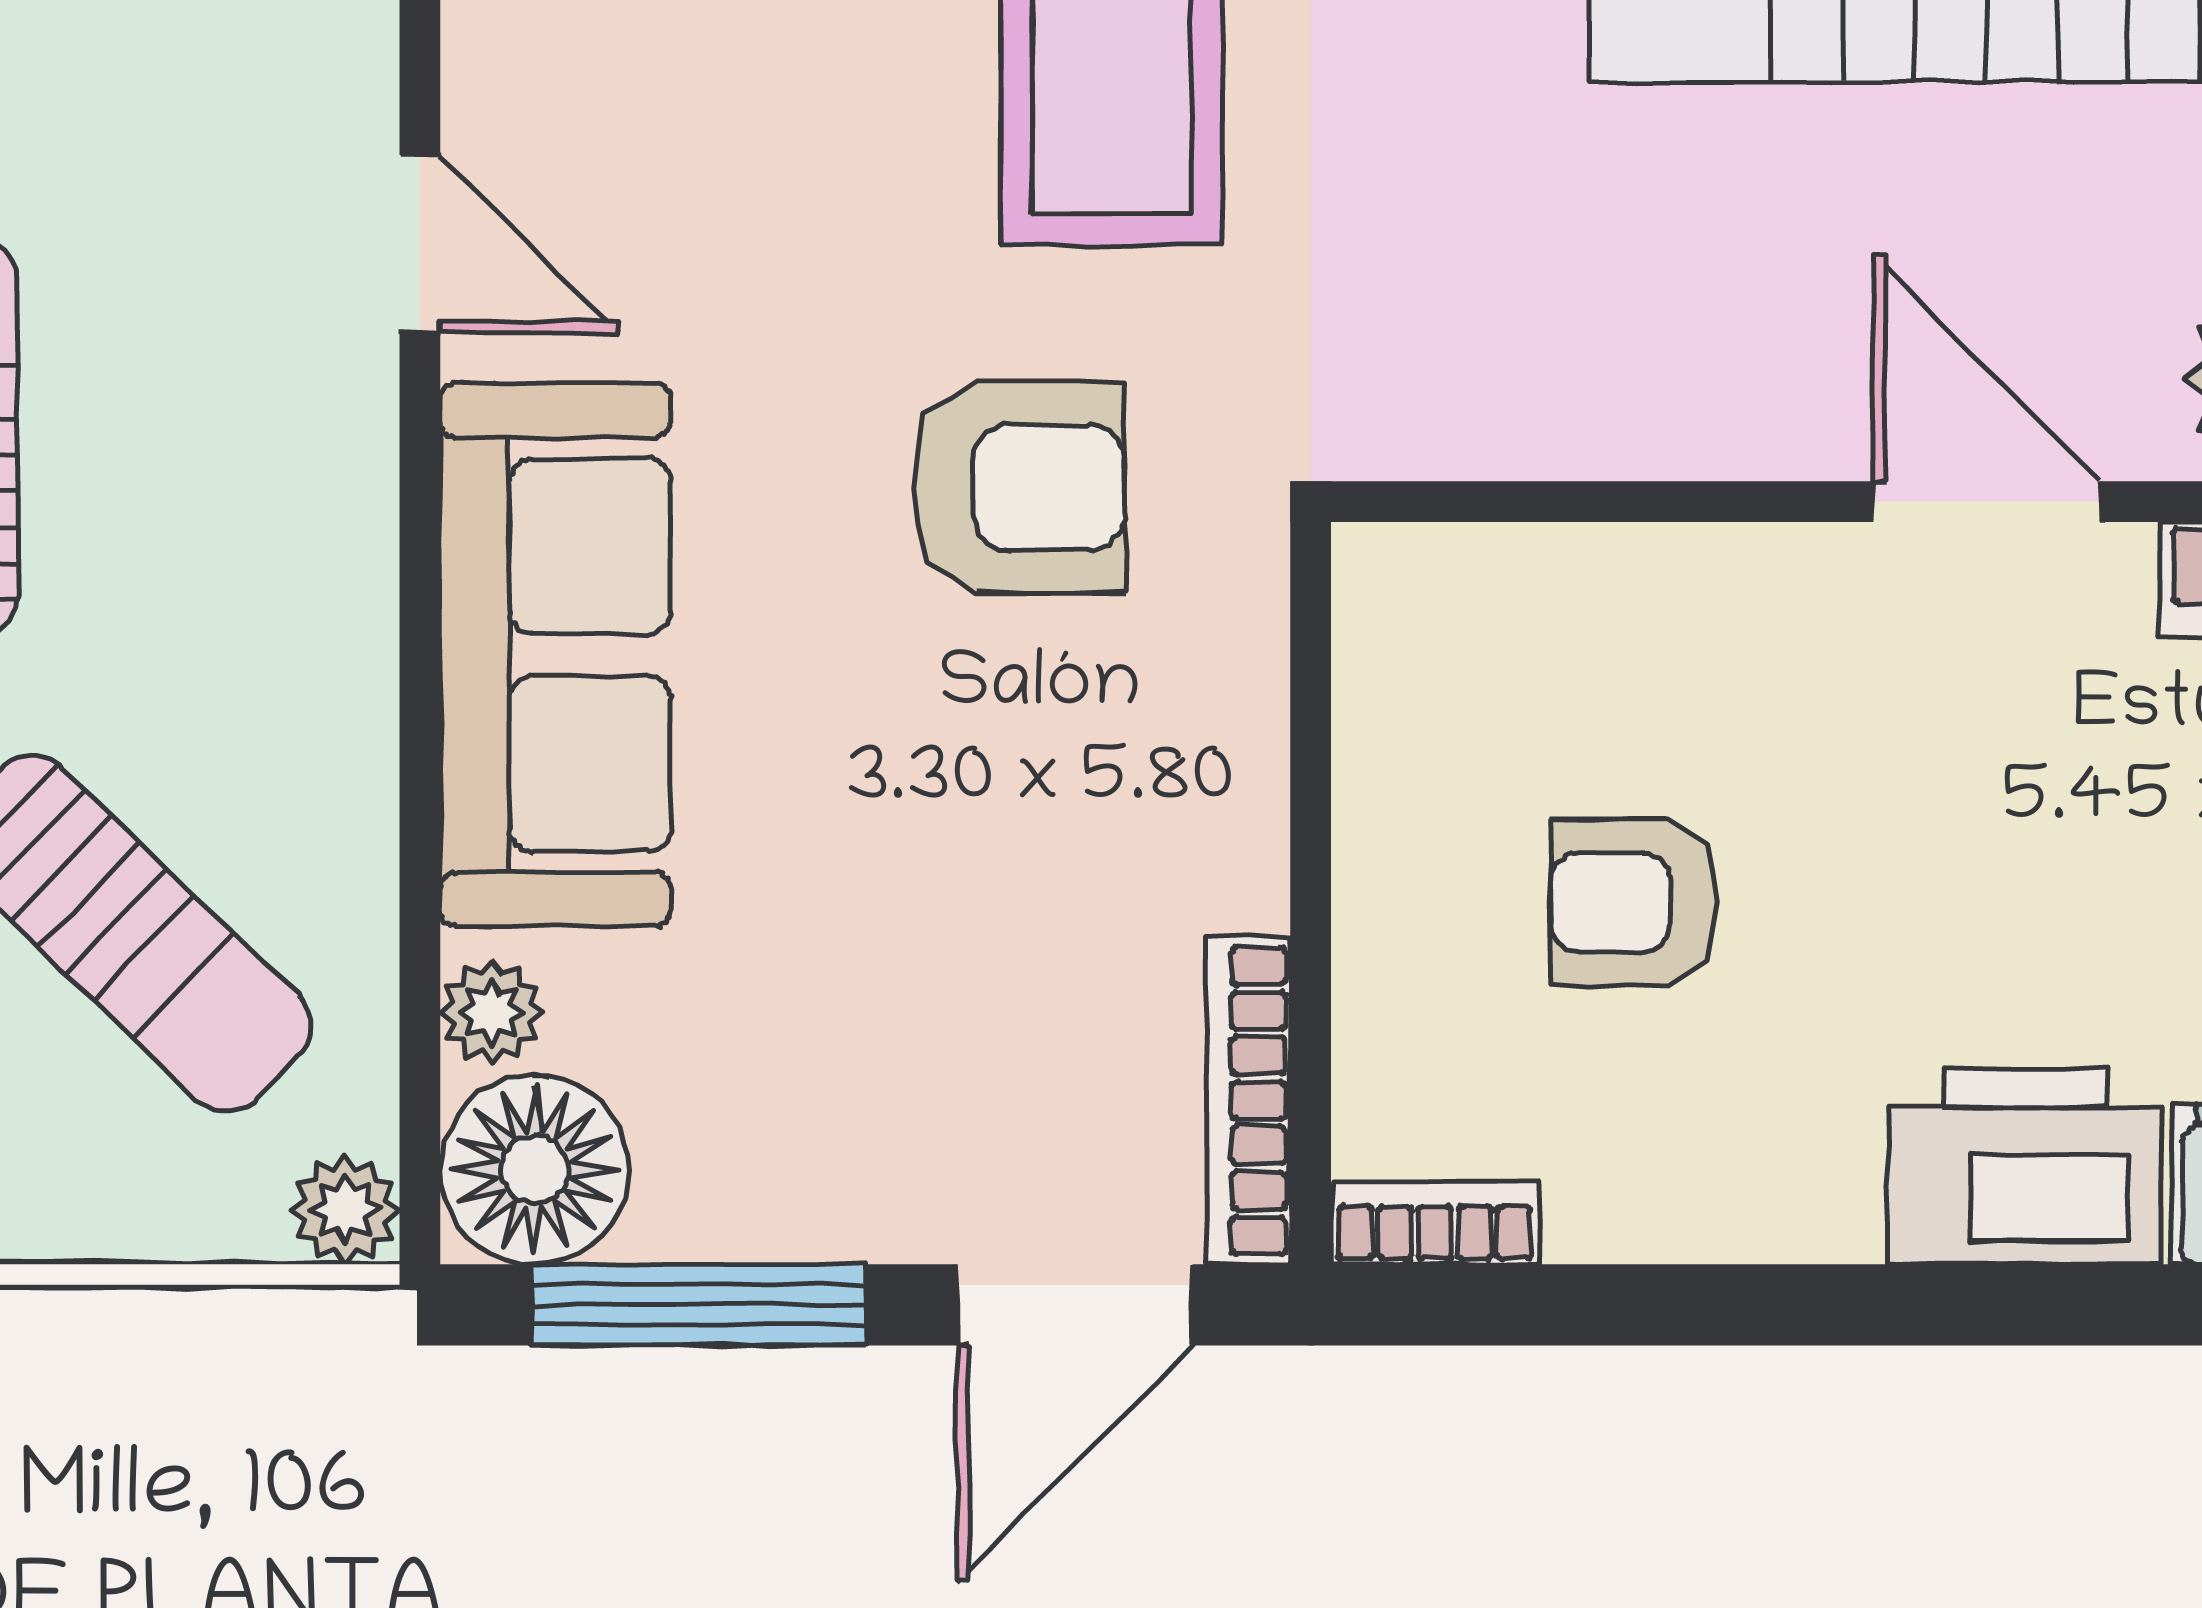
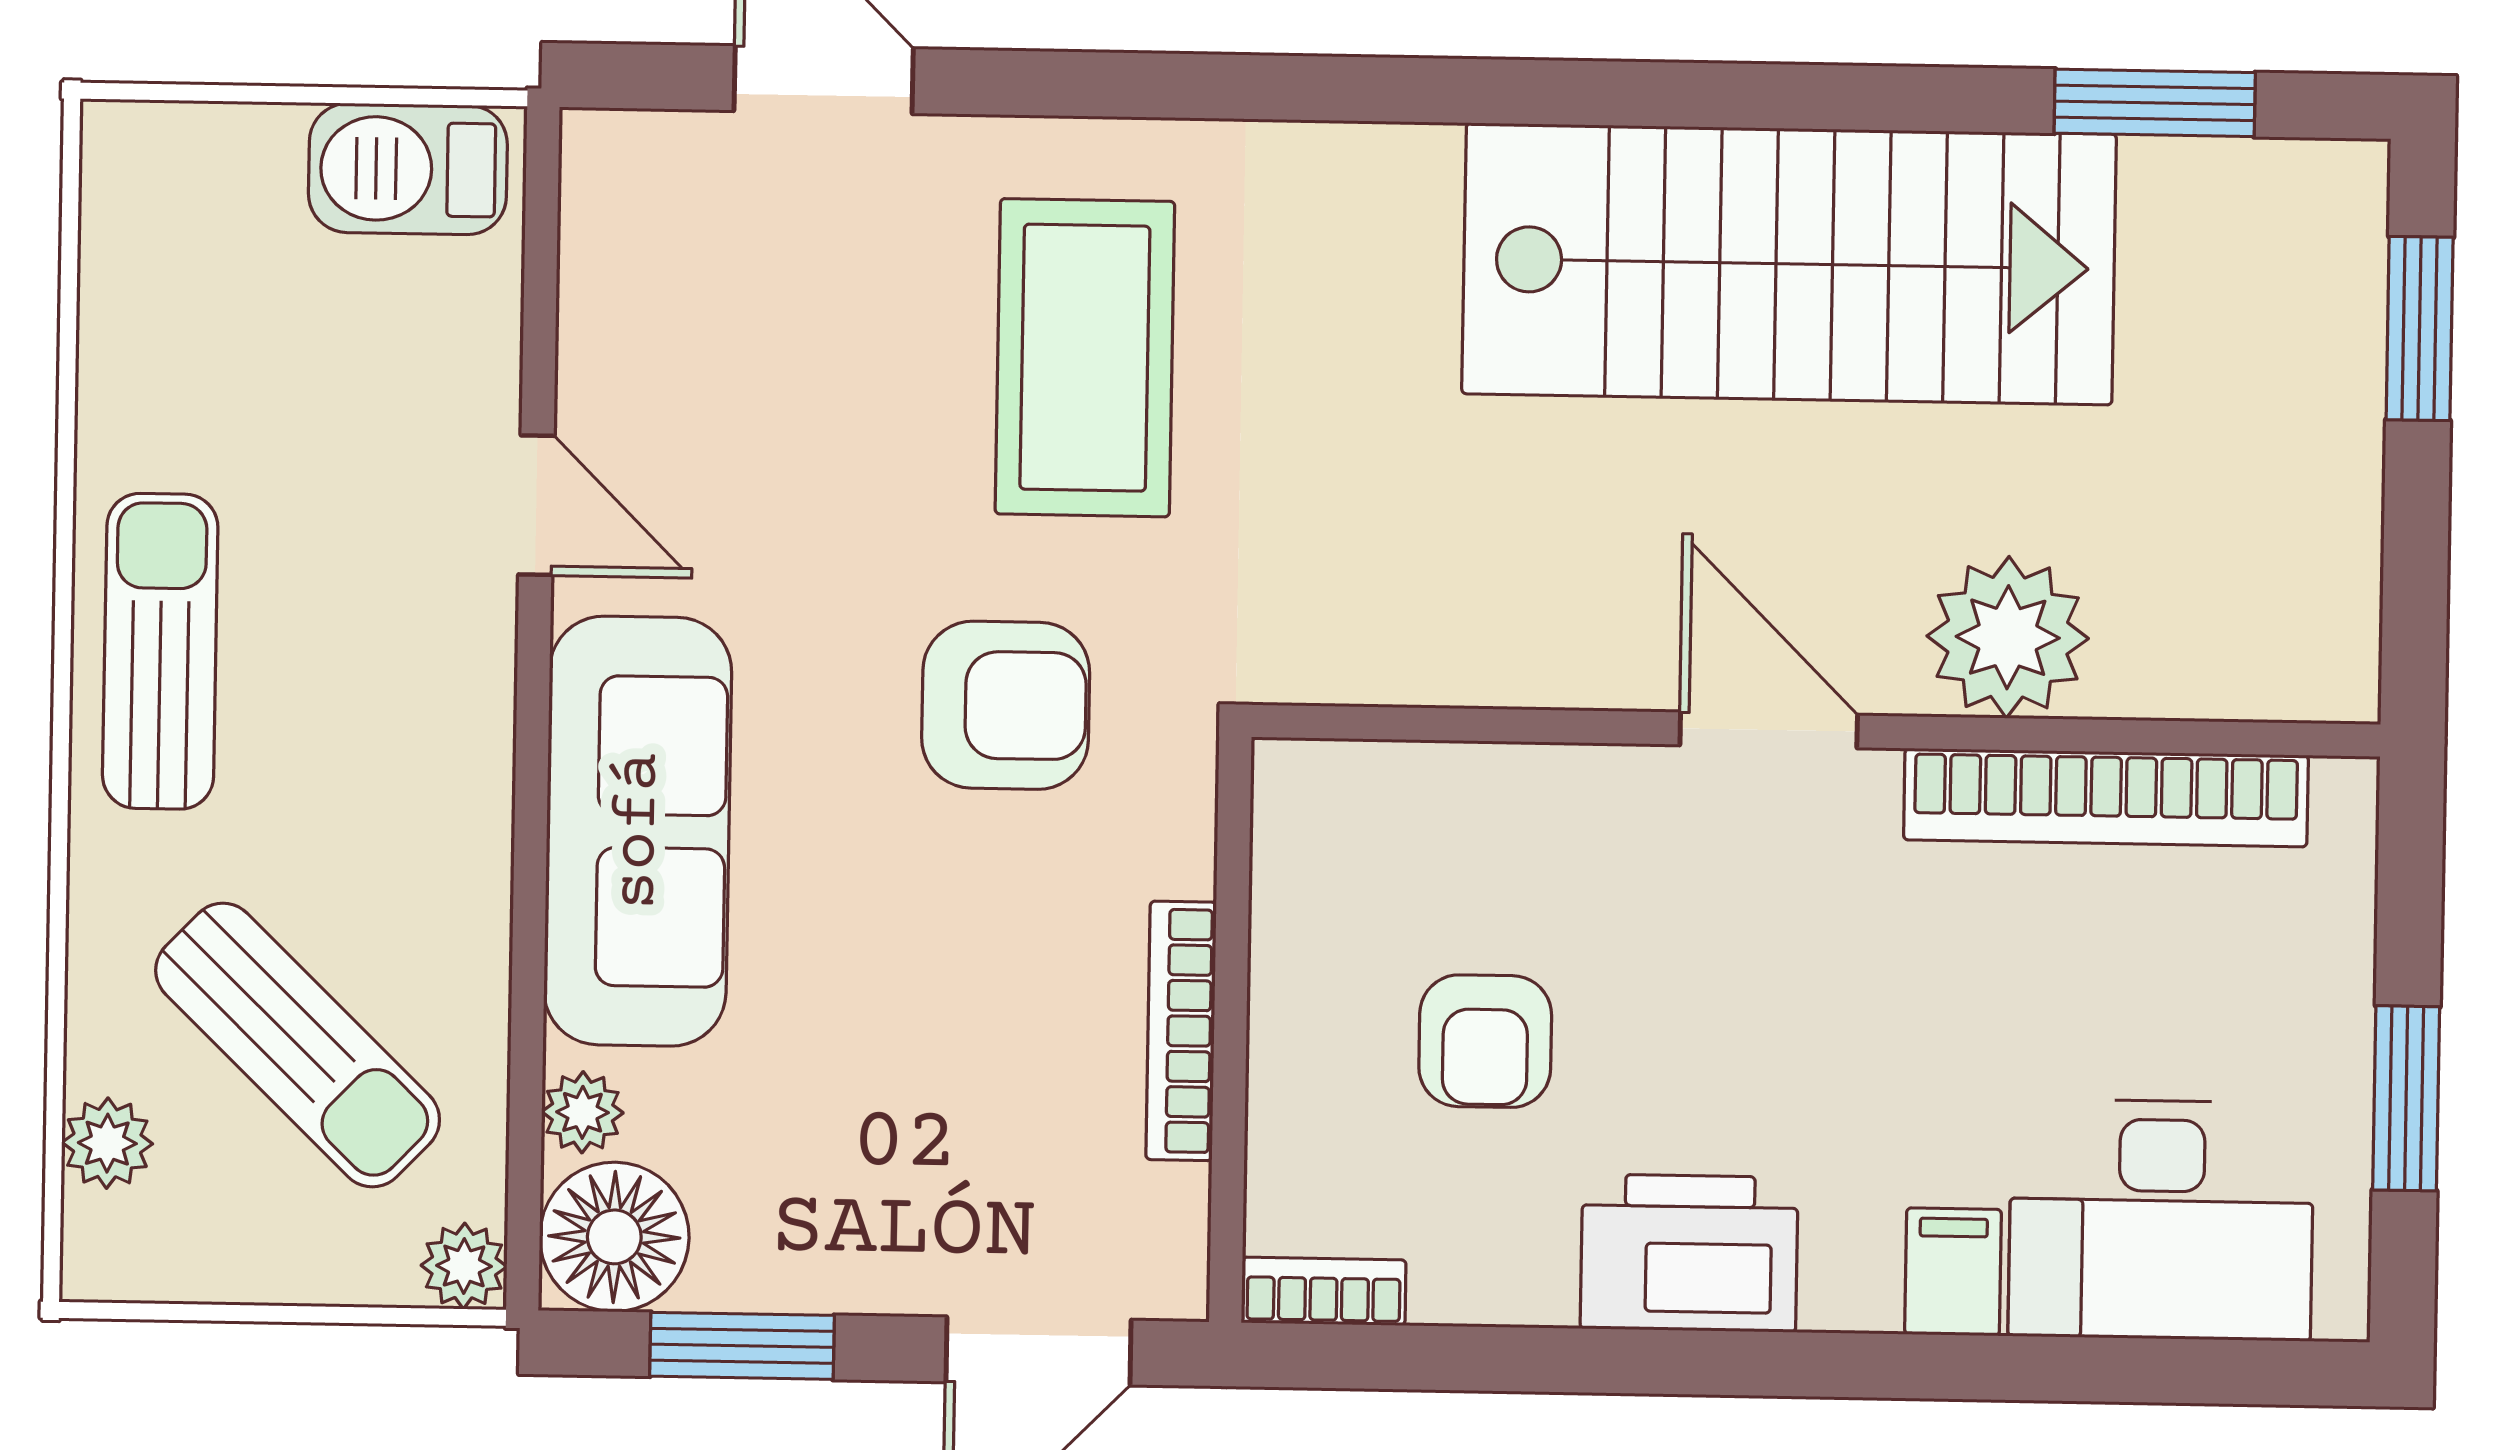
armchair: (1634, 902) -> (1485, 1041), turned -90
bookcase: (1249, 1101) -> (1181, 1031), moved
printer: (2025, 1166) -> (1689, 1253), moved
window: (699, 1305) -> (742, 1346), width x0.69

